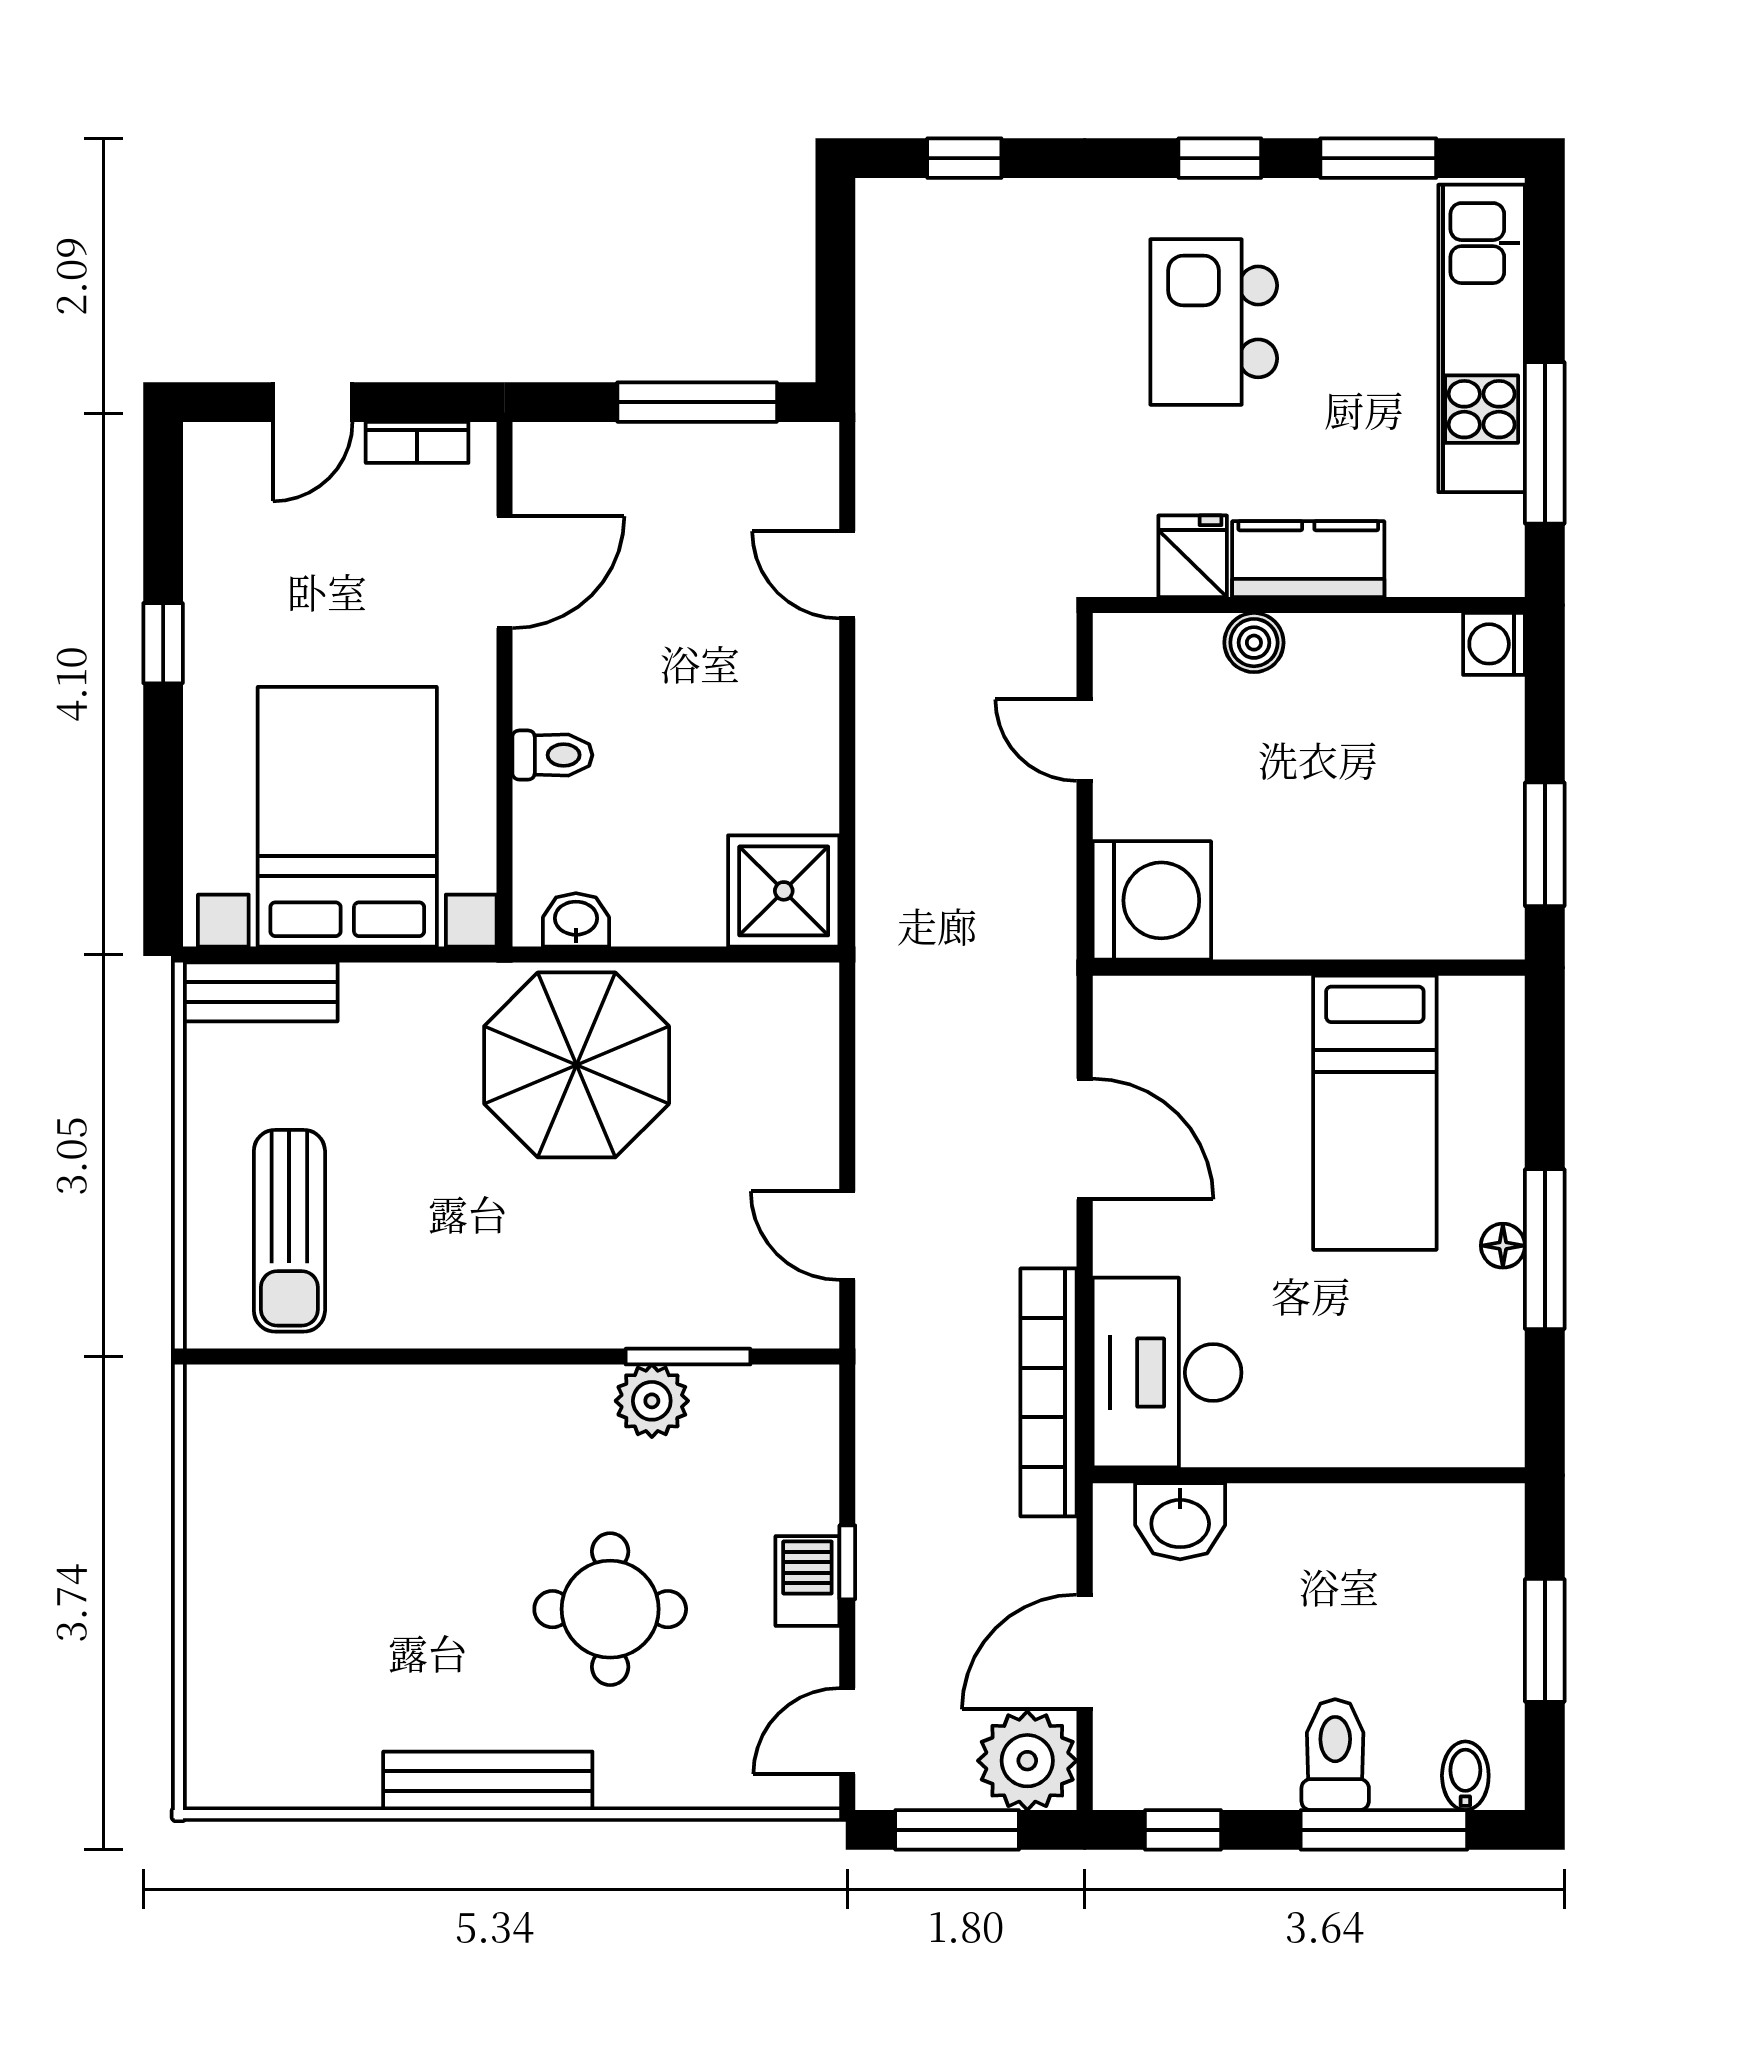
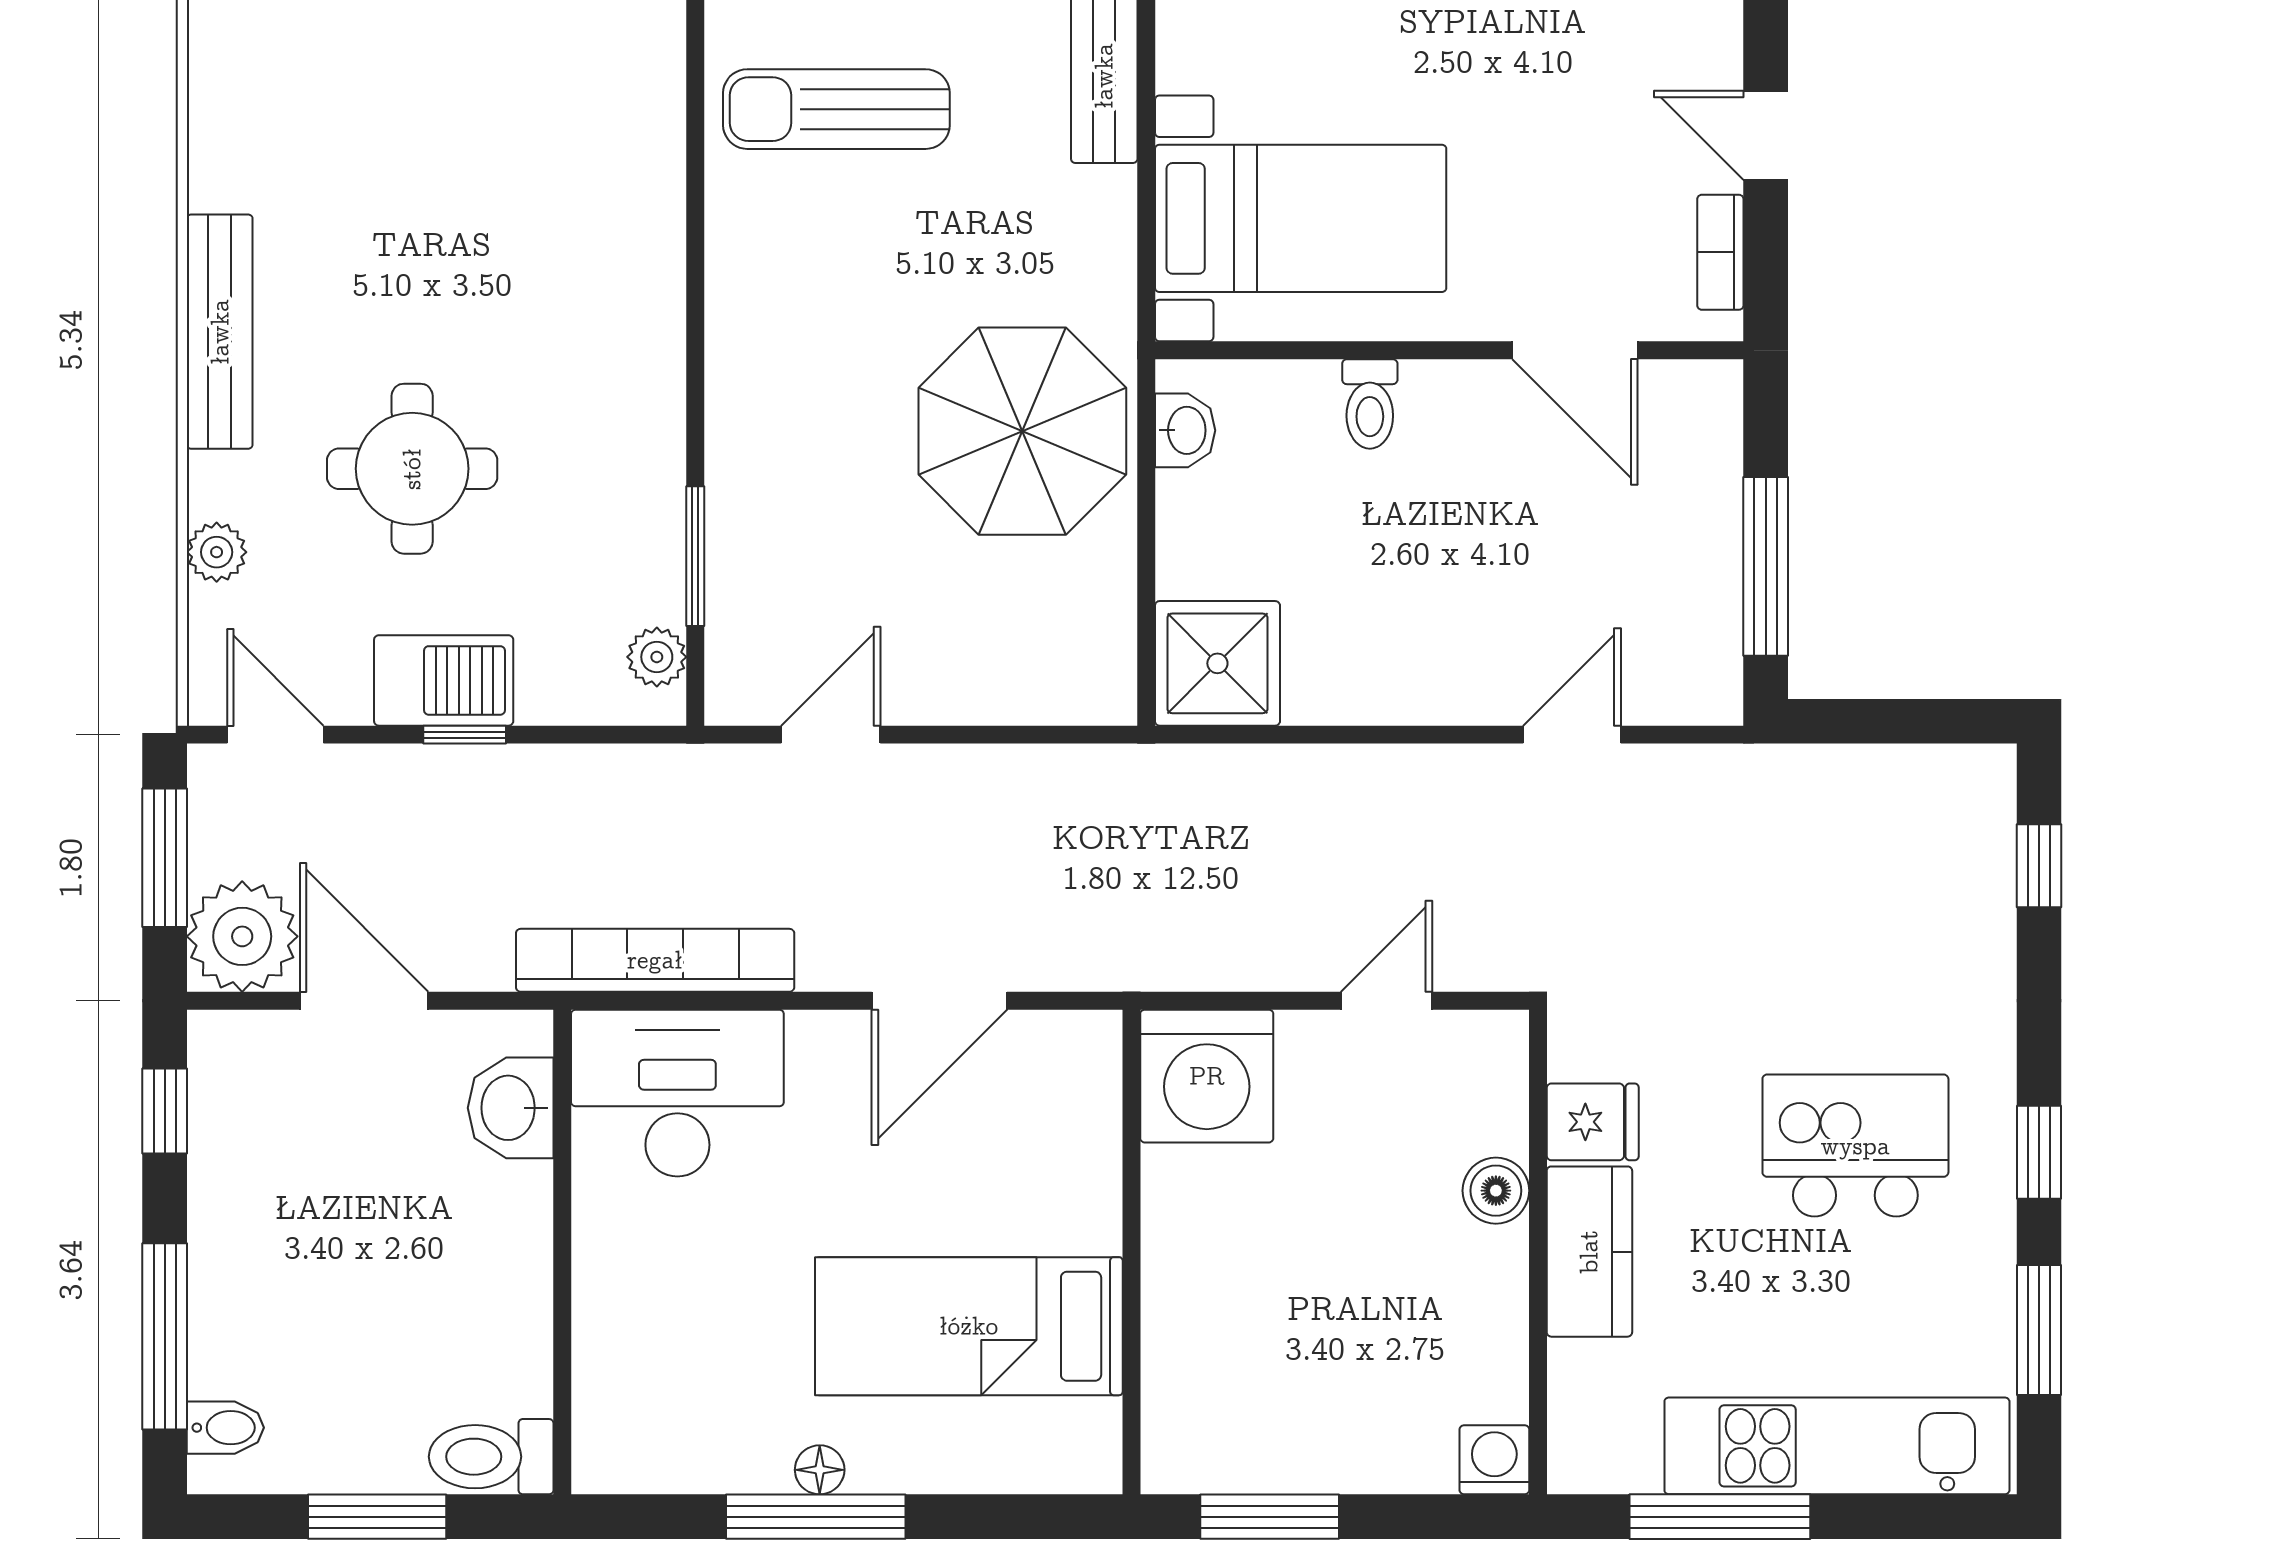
bed with nightstands: (347, 817) -> (1301, 218), width x0.73
plant: (652, 1401) -> (657, 657), moved, width x0.73, depth x0.73
barbecue: (807, 1581) -> (444, 680), width x1.38, depth x1.27
toilet: (1335, 1755) -> (491, 1457), moved, turned 180
plant: (685, 1784) -> (217, 552), added

